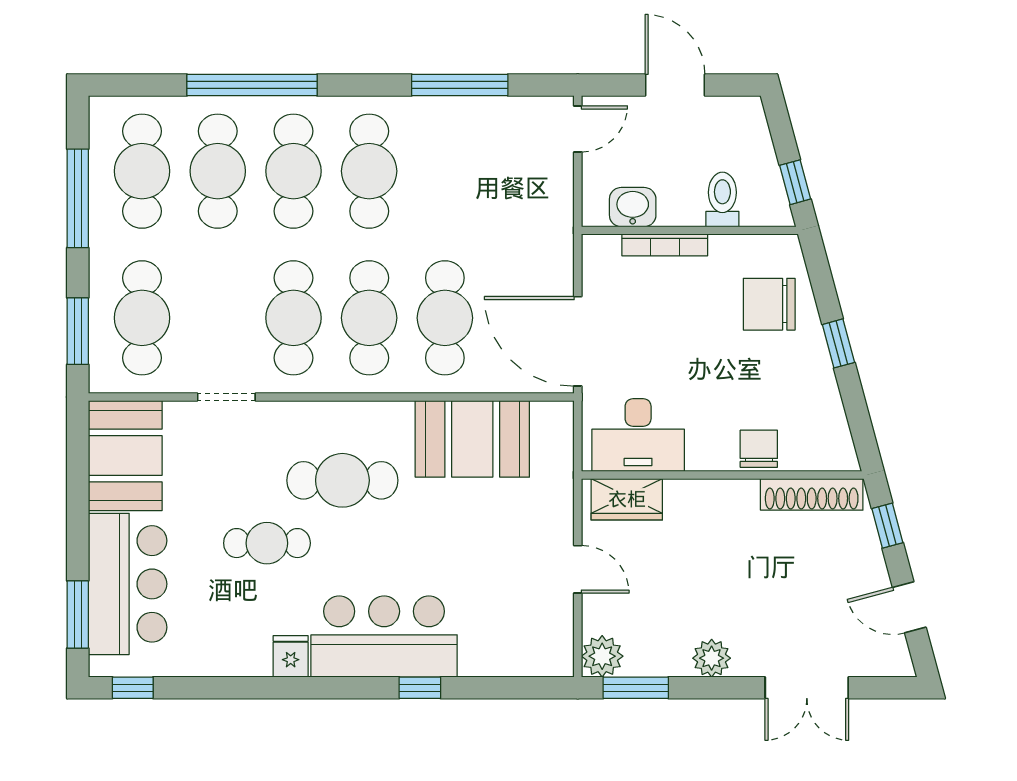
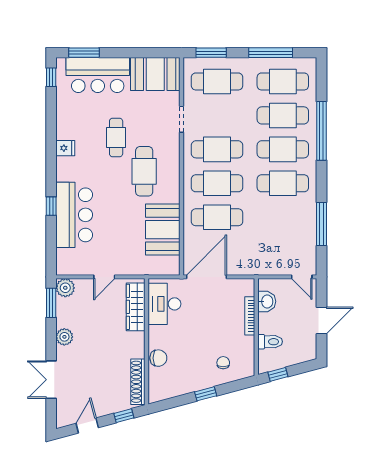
chair: (769, 304) -> (223, 363), width x0.54, depth x0.54
wardrobe: (627, 499) -> (136, 307), width x1.50
bar counter: (384, 636) -> (74, 215), moved

